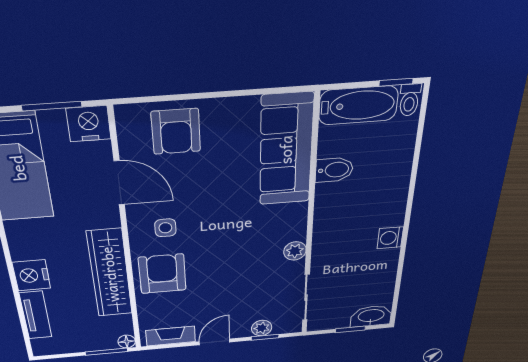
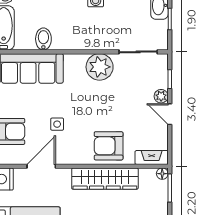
side table: (165, 228) -> (57, 124), moved
plant: (295, 251) -> (100, 67), width x1.88, depth x1.88
plant: (262, 328) -> (161, 96), moved
fireplace: (171, 336) -> (152, 157), moved, turned 90

